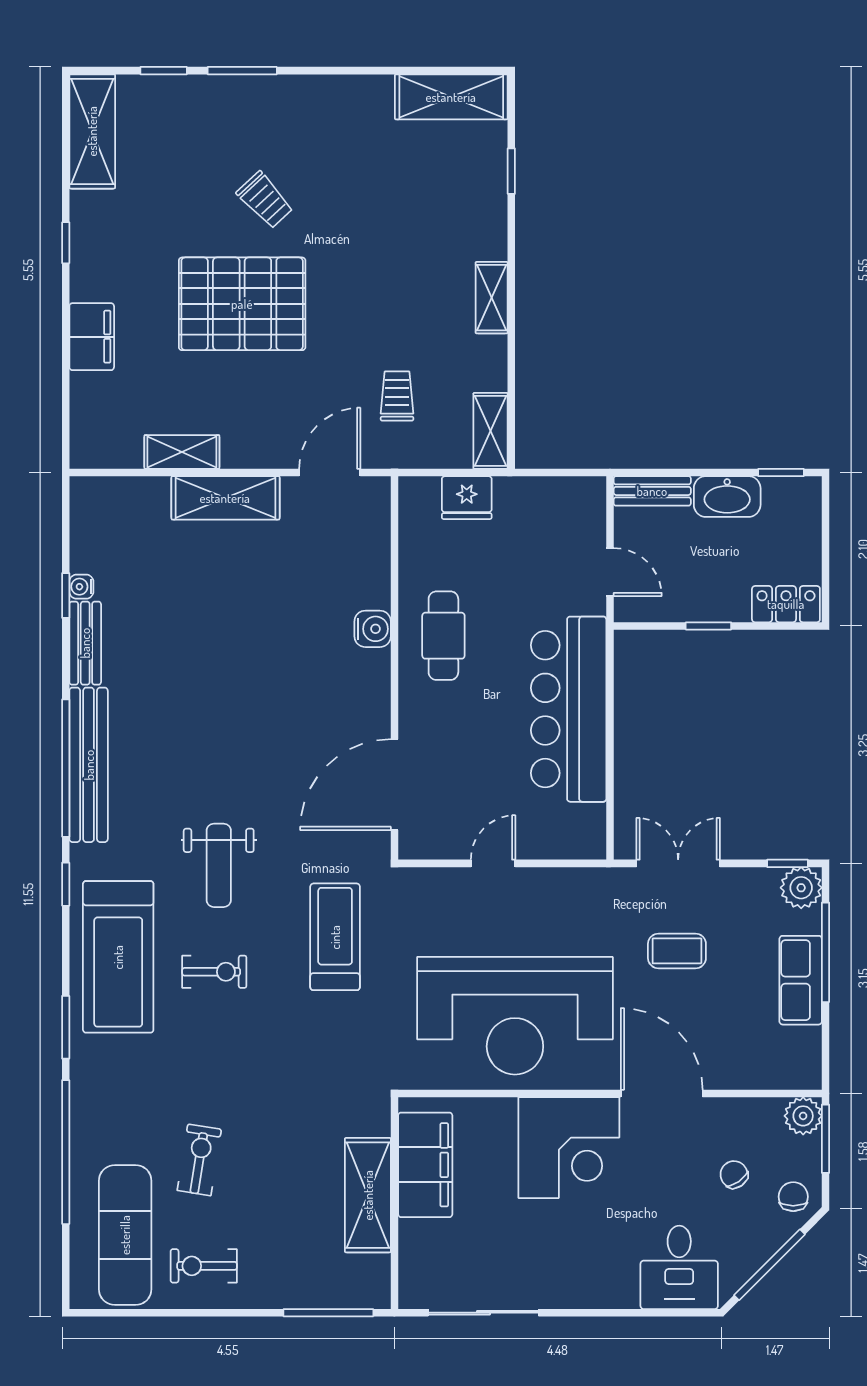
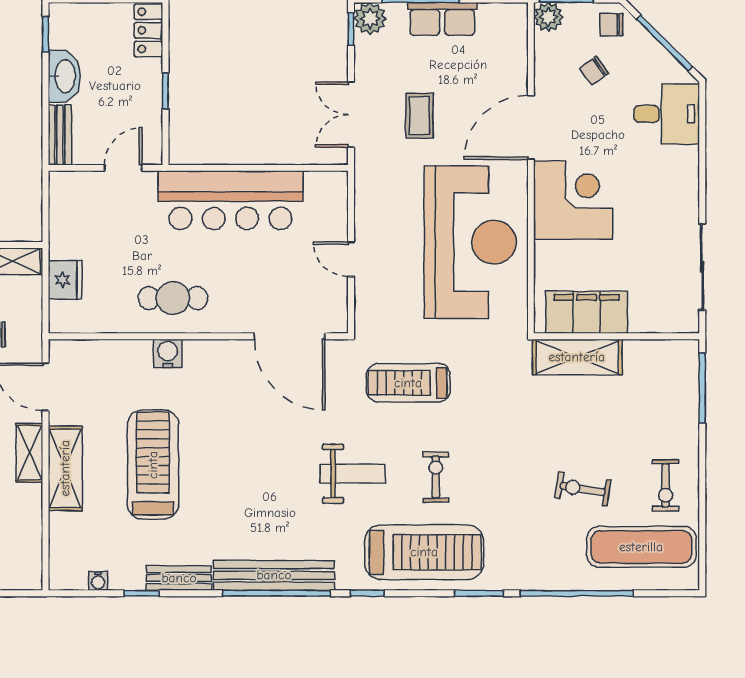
shelving: (182, 452) -> (29, 453), moved
water cooler: (81, 587) -> (98, 581), moved
treadmill: (230, 610) -> (153, 465), added
shelving: (368, 1195) -> (577, 357), moved

